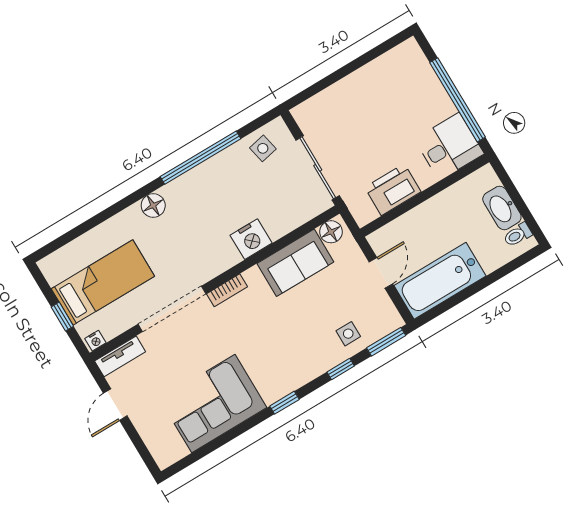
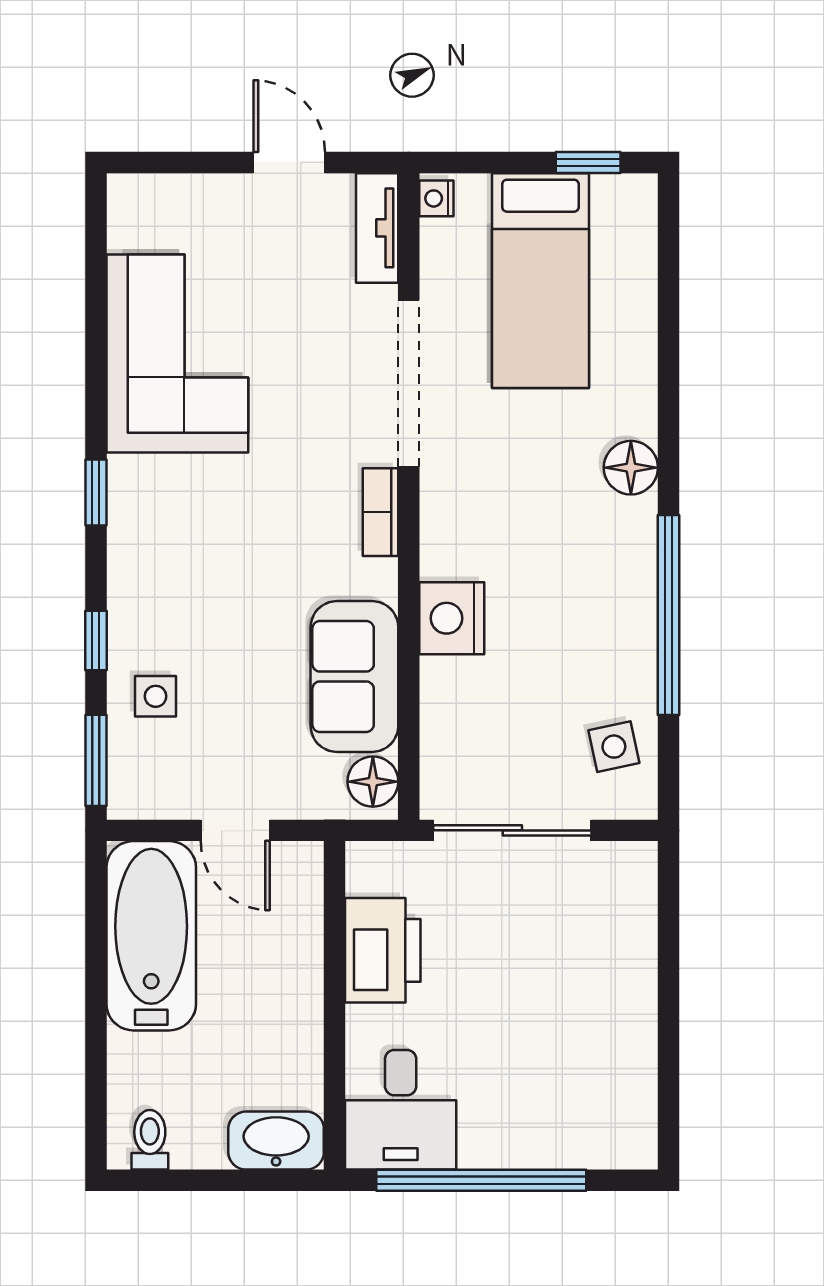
washbasin: (502, 208) -> (276, 1141), moved
window: (62, 317) -> (588, 162), moved

